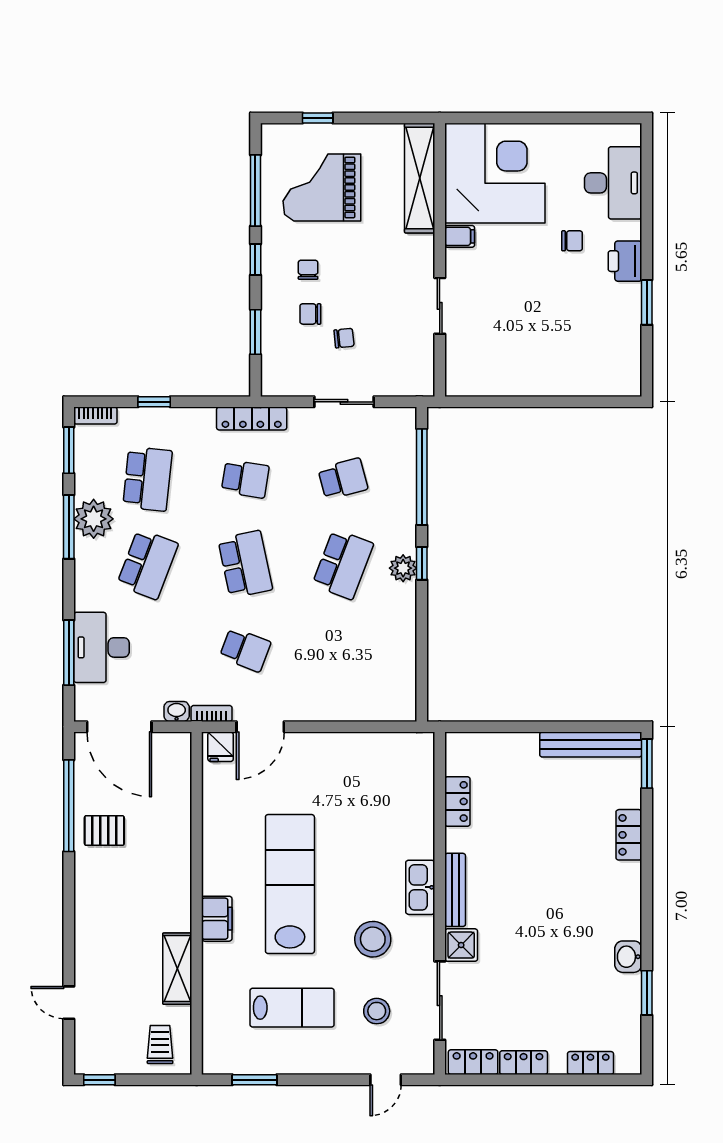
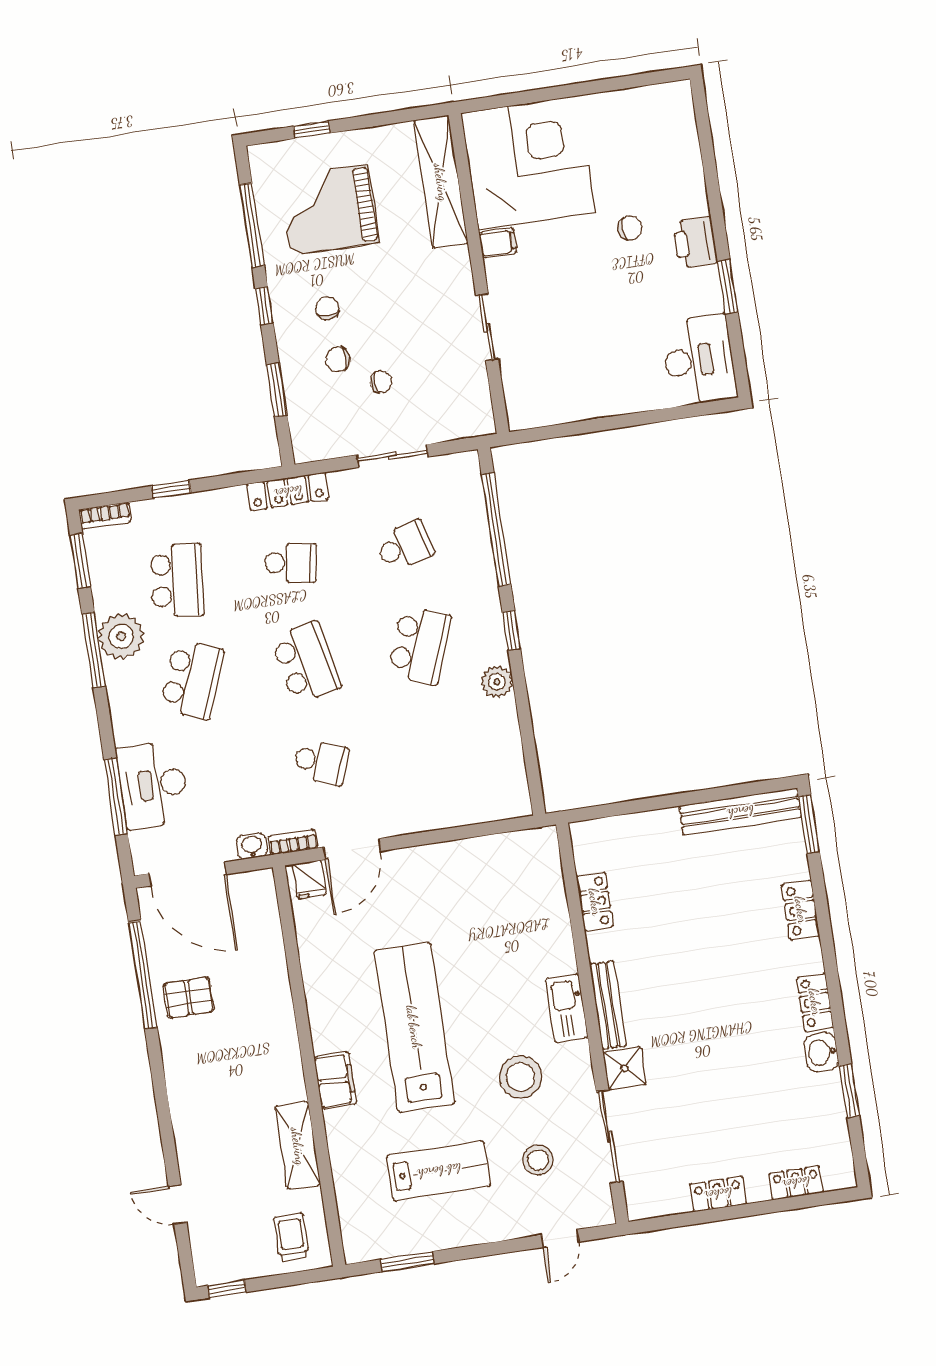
desk: (613, 183) -> (699, 360), moved
plant: (403, 568) -> (497, 682), moved
locker: (473, 1062) -> (815, 1002), moved, turned -90

